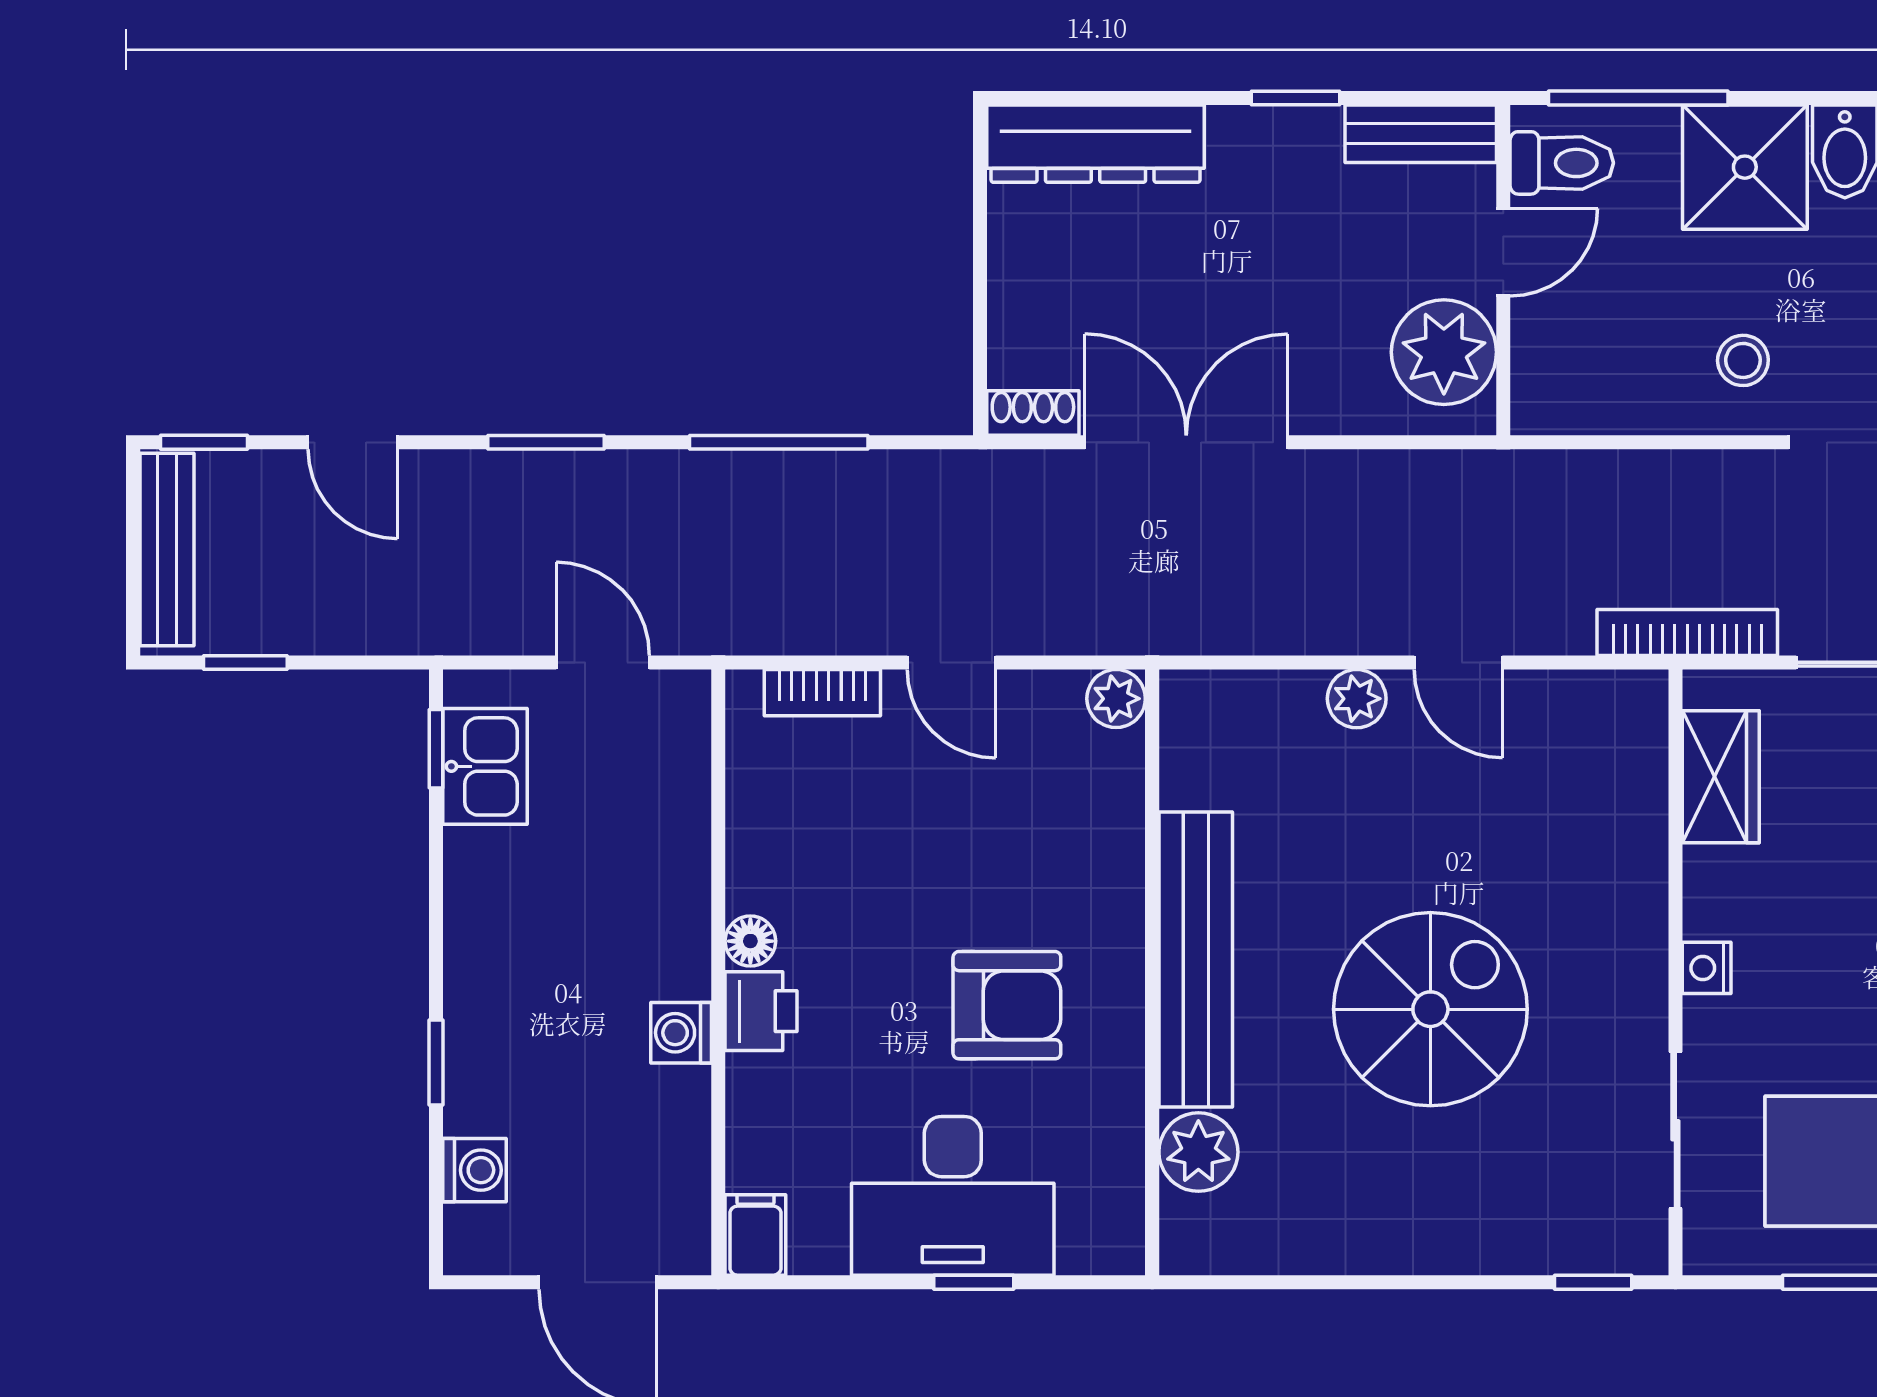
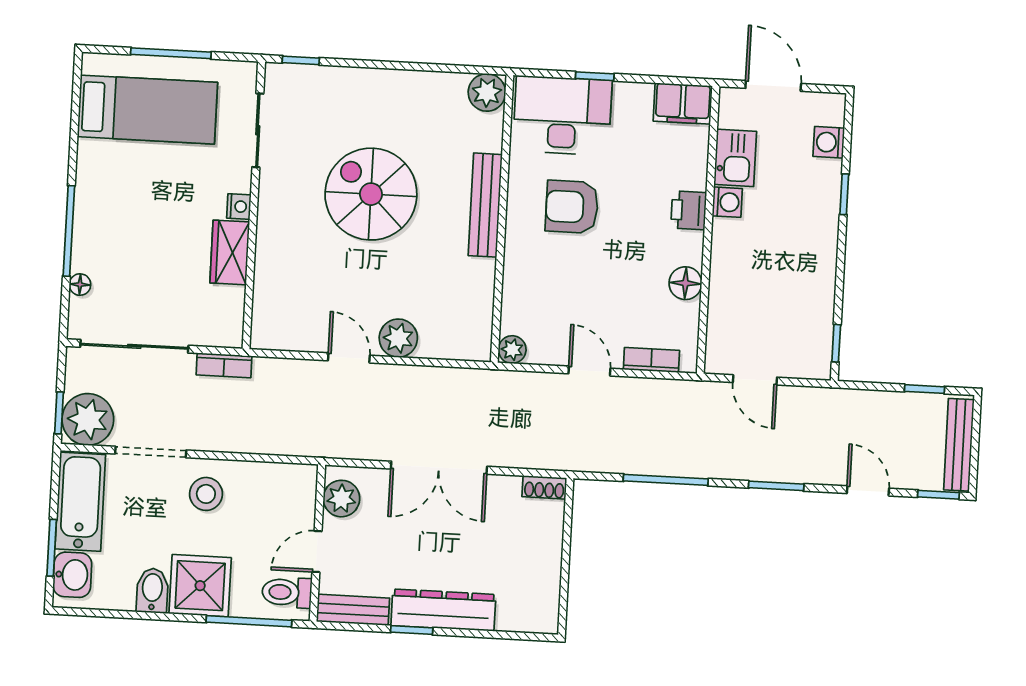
dresser: (1096, 144) -> (443, 610), moved
plant: (1444, 352) -> (341, 499), width x0.73, depth x0.73
stool: (1743, 360) -> (206, 494), width x1.37, depth x1.37
double door: (1186, 442) -> (439, 468), moved
bookcase: (1687, 633) -> (224, 365), width x0.64
plant: (1357, 699) -> (398, 338), width x1.38, depth x1.38
kitchen sink: (485, 766) -> (735, 158), moved, turned 180
wardrobe: (1721, 777) -> (230, 252), moved
floor lamp: (750, 941) -> (685, 283), moved, width x1.37, depth x1.37
bench: (1196, 959) -> (485, 205), width x0.73, depth x0.82
spiral stairs: (1430, 1009) -> (371, 194), turned 90
plant: (1198, 1152) -> (487, 92), moved
desk: (953, 1196) -> (562, 116), moved
filing cabinet: (755, 1235) -> (683, 103), width x2.00

